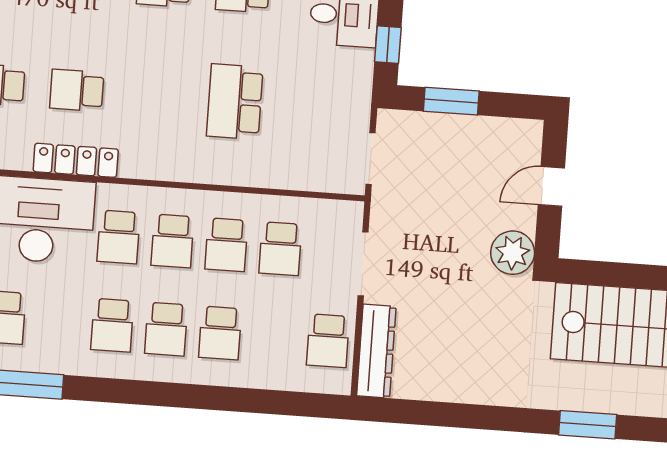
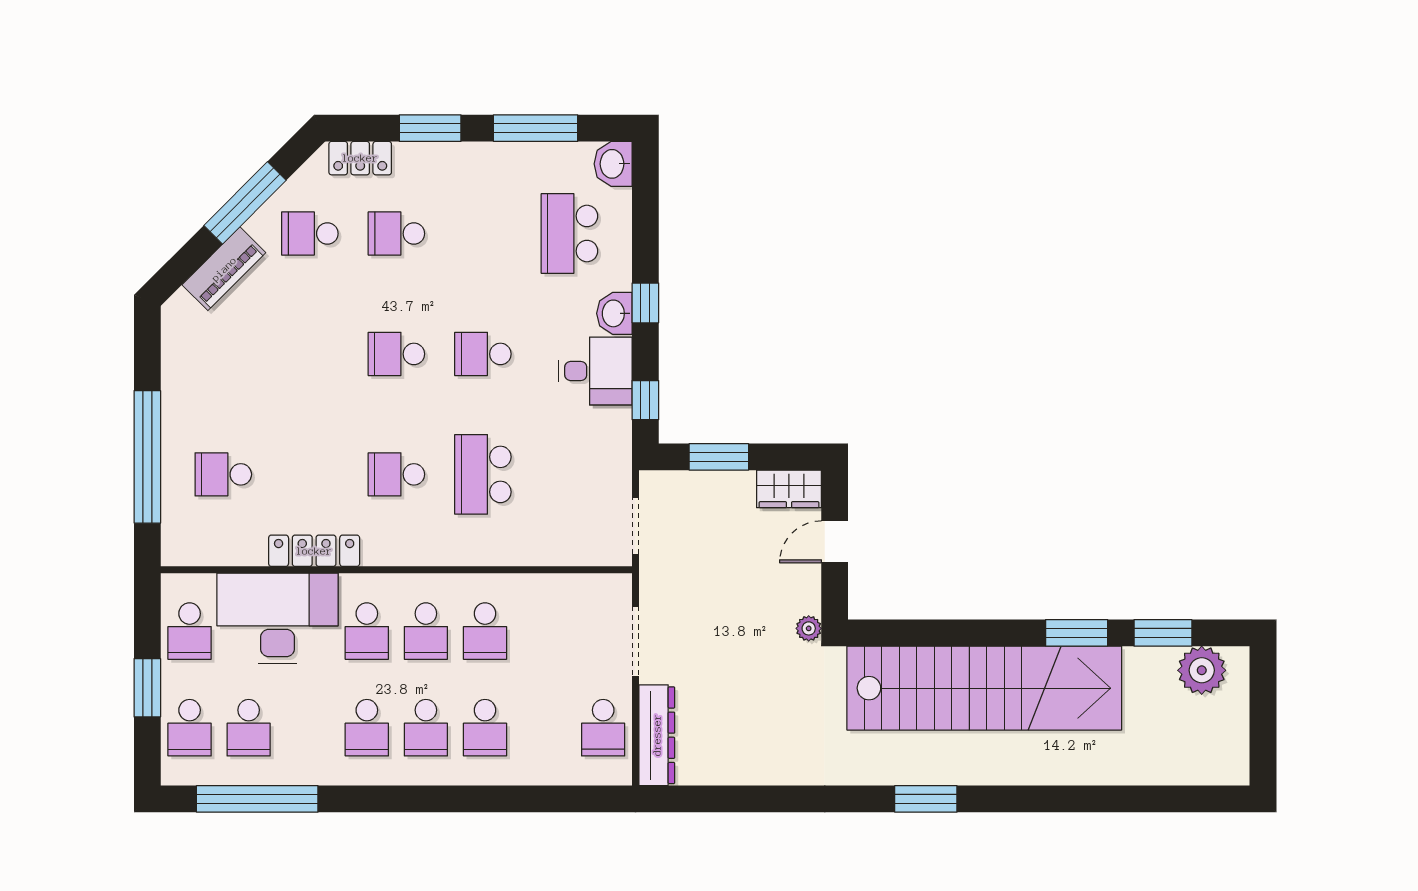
school desk: (77, 90) -> (396, 474), moved
wardrobe: (513, 135) -> (789, 489), added
school desk: (280, 249) -> (544, 631), removed
plant: (513, 253) -> (809, 628), width x0.53, depth x0.53
window: (588, 425) -> (926, 799), moved

